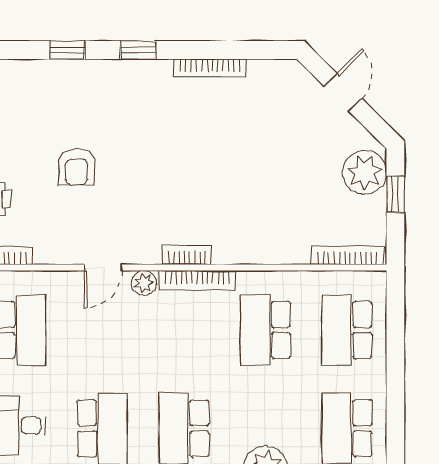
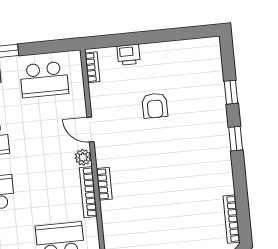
bookcase: (210, 68) -> (231, 219), moved
armchair: (77, 167) -> (155, 106), turned -90

